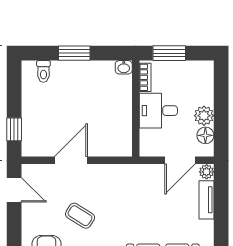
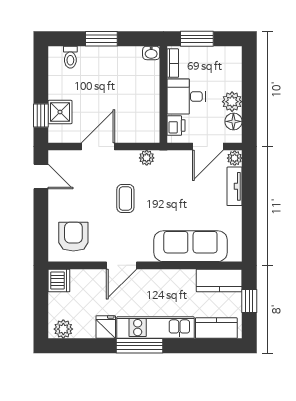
shower: (33, 126) -> (60, 112), added
printer: (148, 139) -> (176, 126), added
plant: (119, 171) -> (147, 158), added
coffee table: (80, 216) -> (125, 198), moved, turned 58

